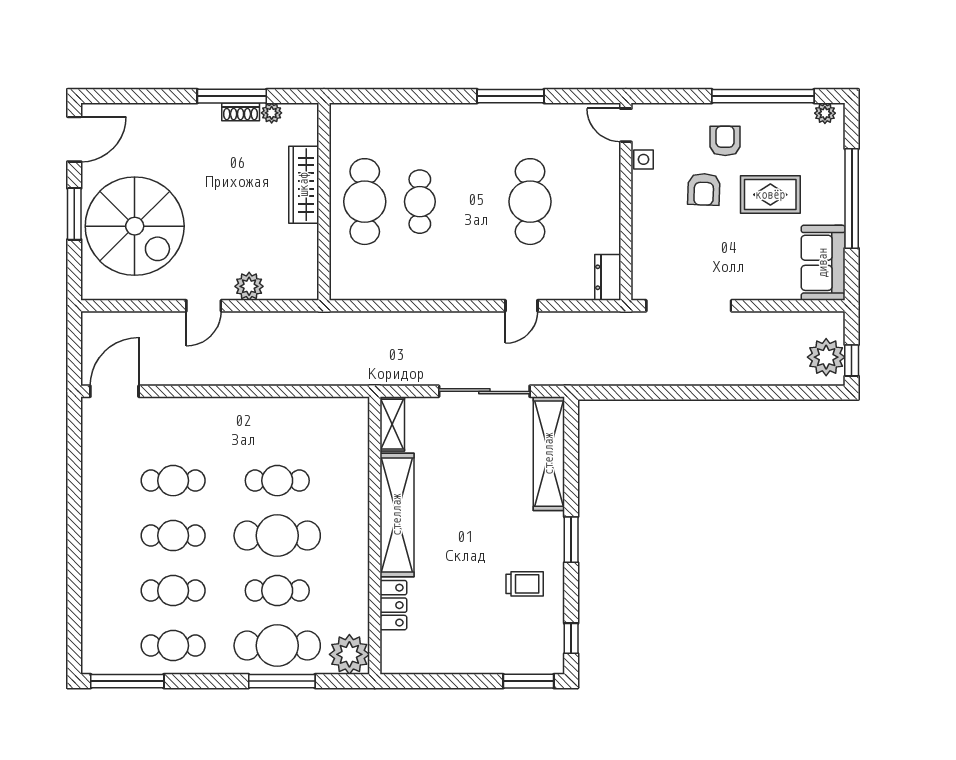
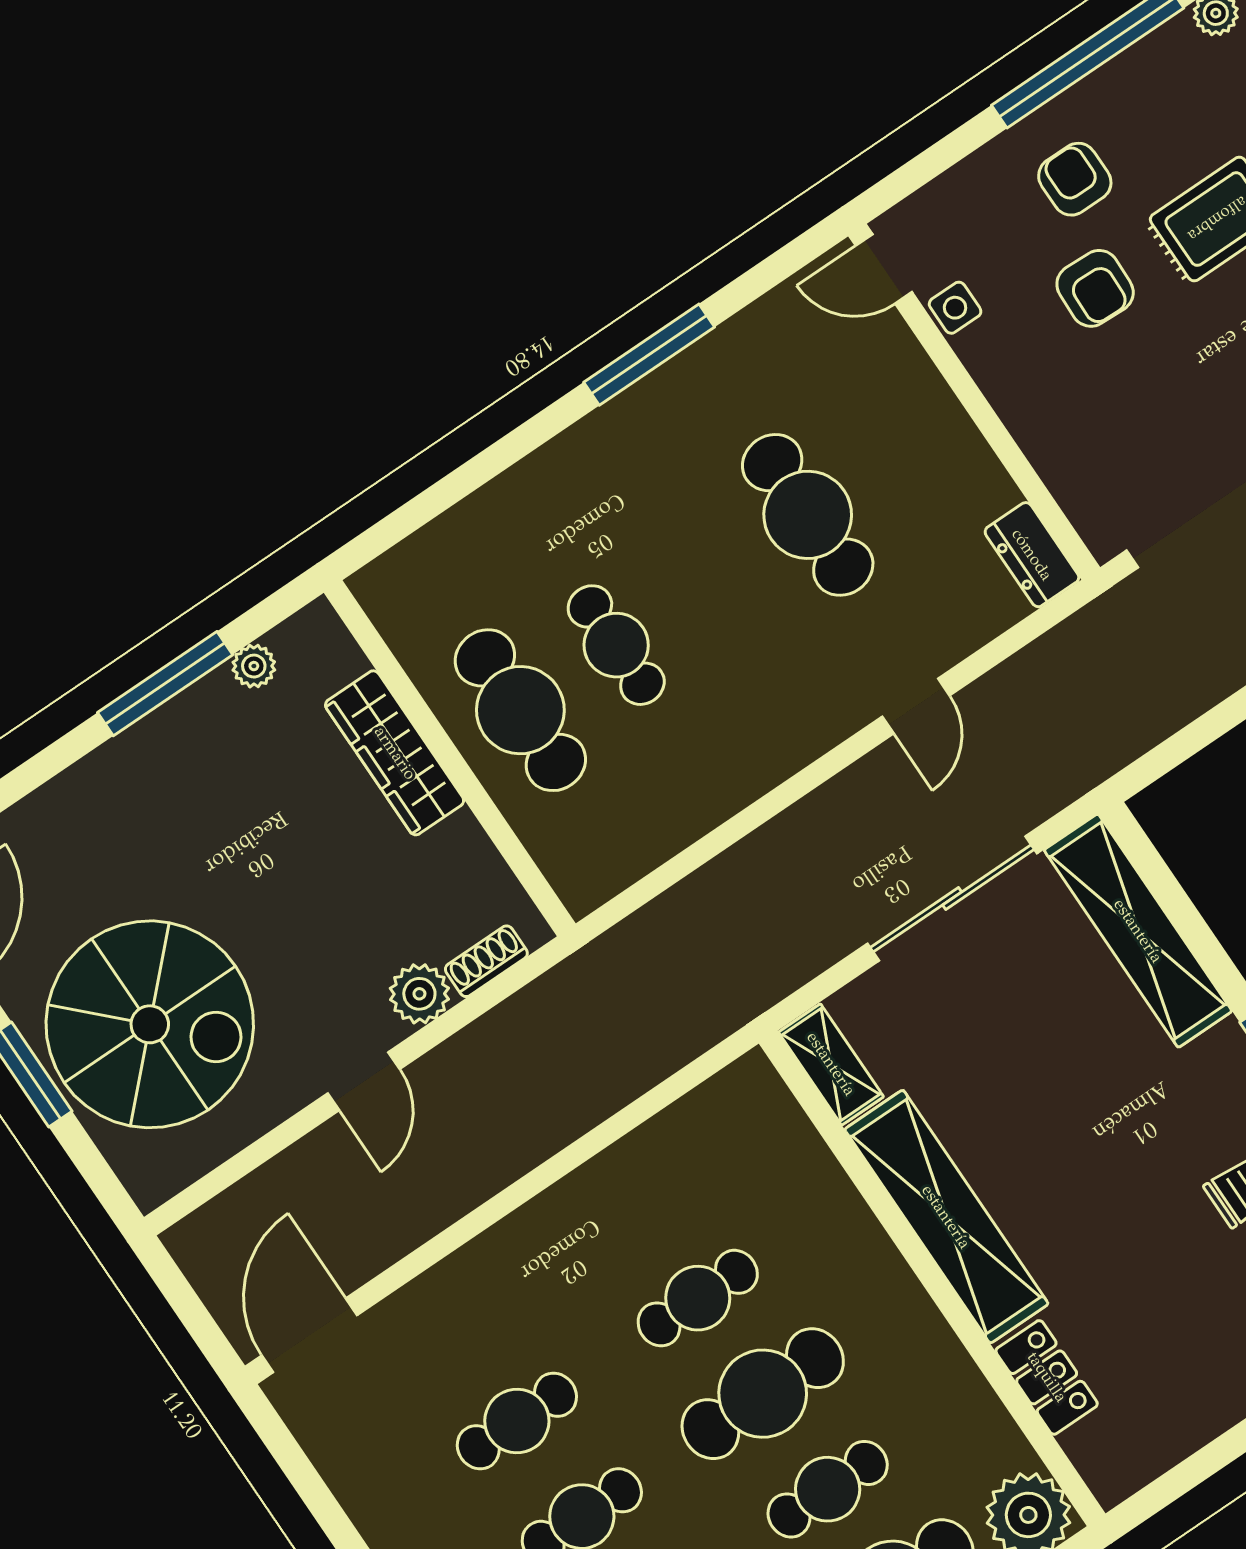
shoe rack: (241, 112) -> (486, 961), moved, turned 180

